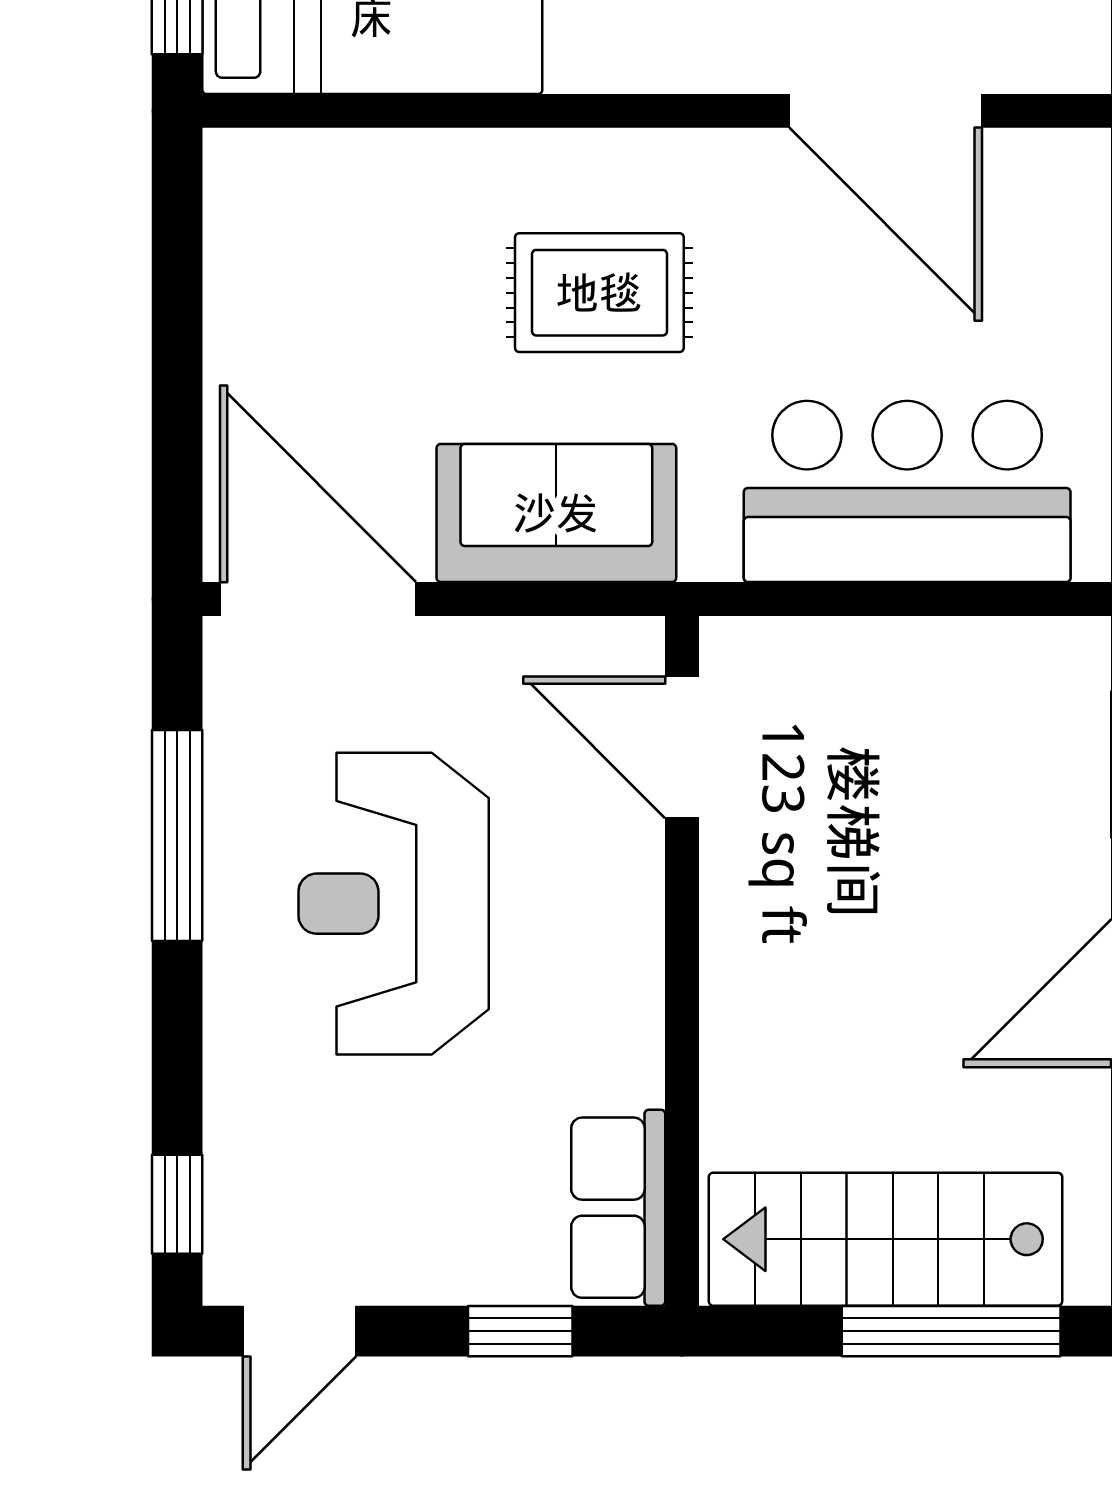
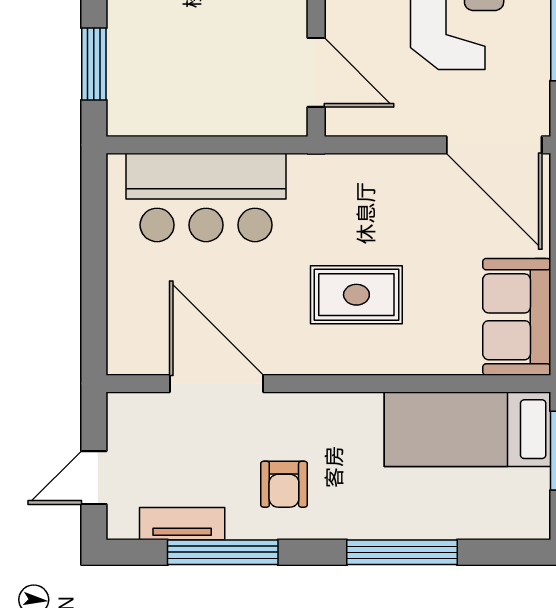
sofa: (556, 513) -> (517, 317), moved, turned 90

